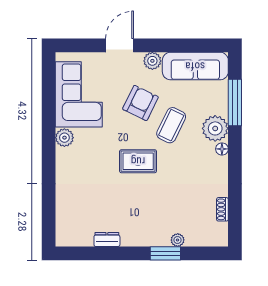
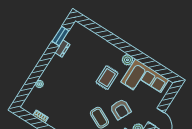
rug: (138, 161) -> (107, 78), moved
window: (165, 253) -> (60, 36), moved

